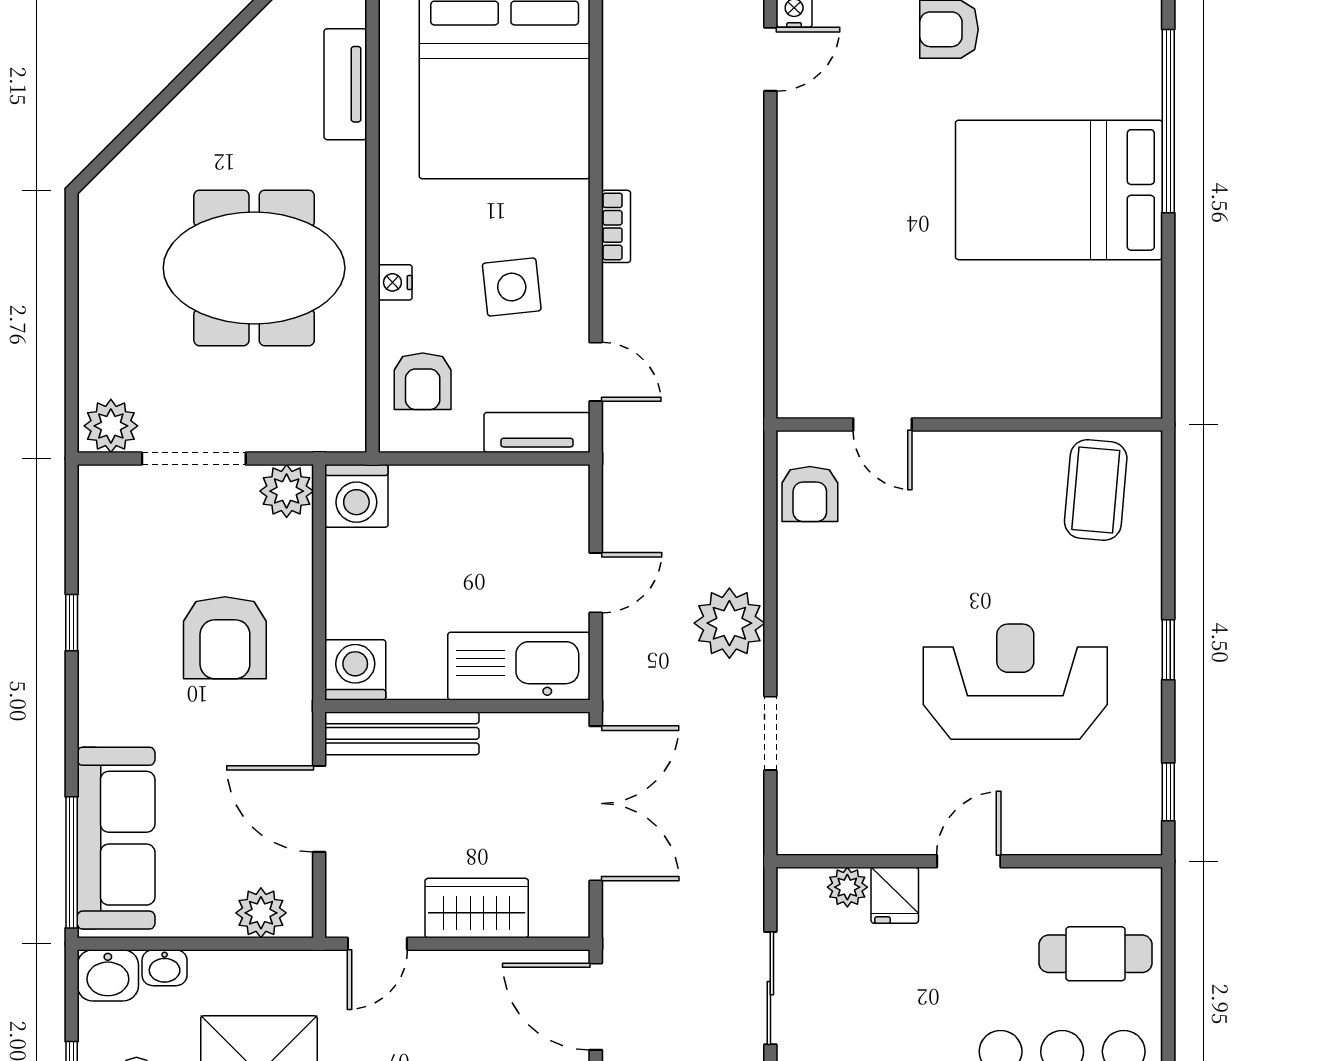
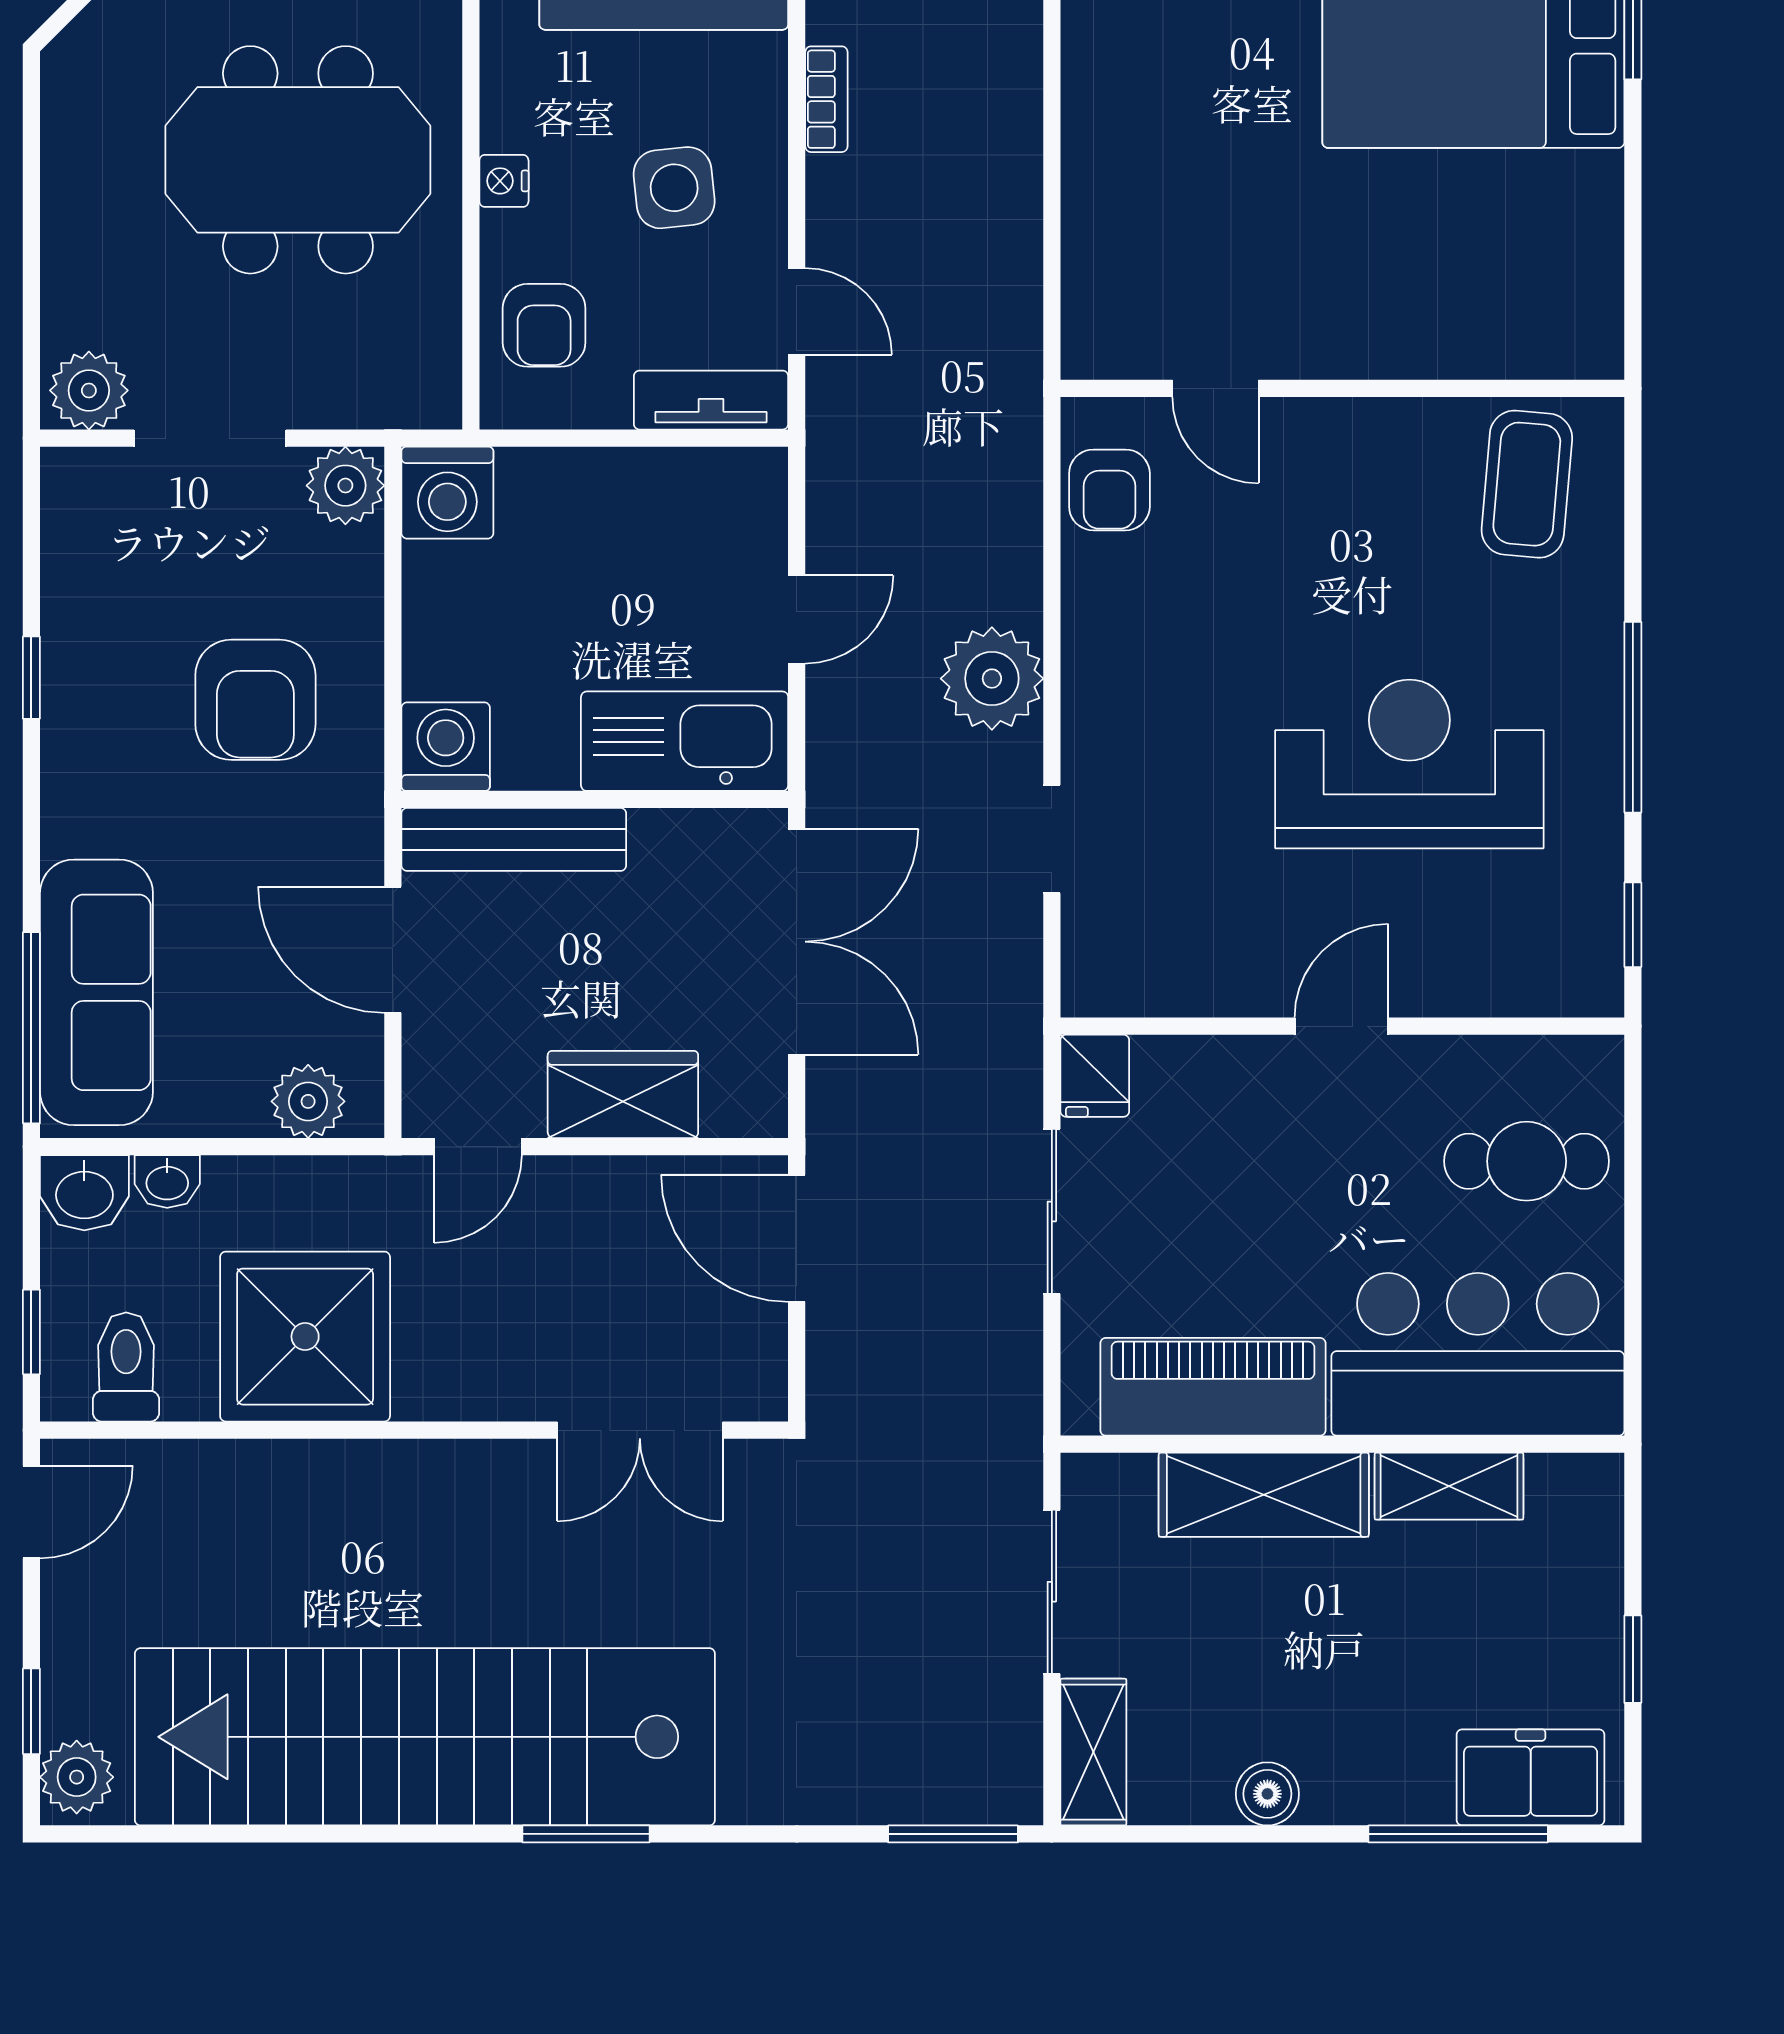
window: (1168, 650) -> (1633, 717), width x2.17
plant: (847, 887) -> (1164, 1064), removed
fridge: (895, 895) -> (1095, 1076), moved

